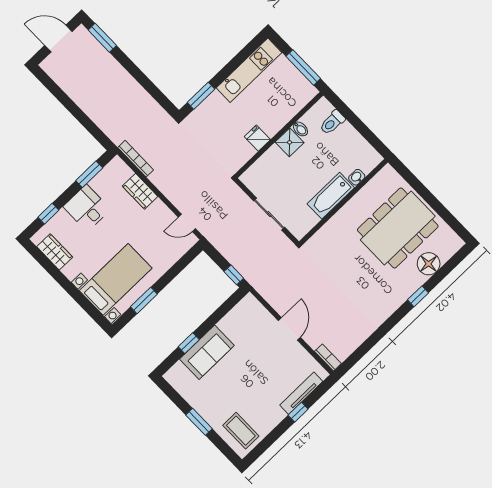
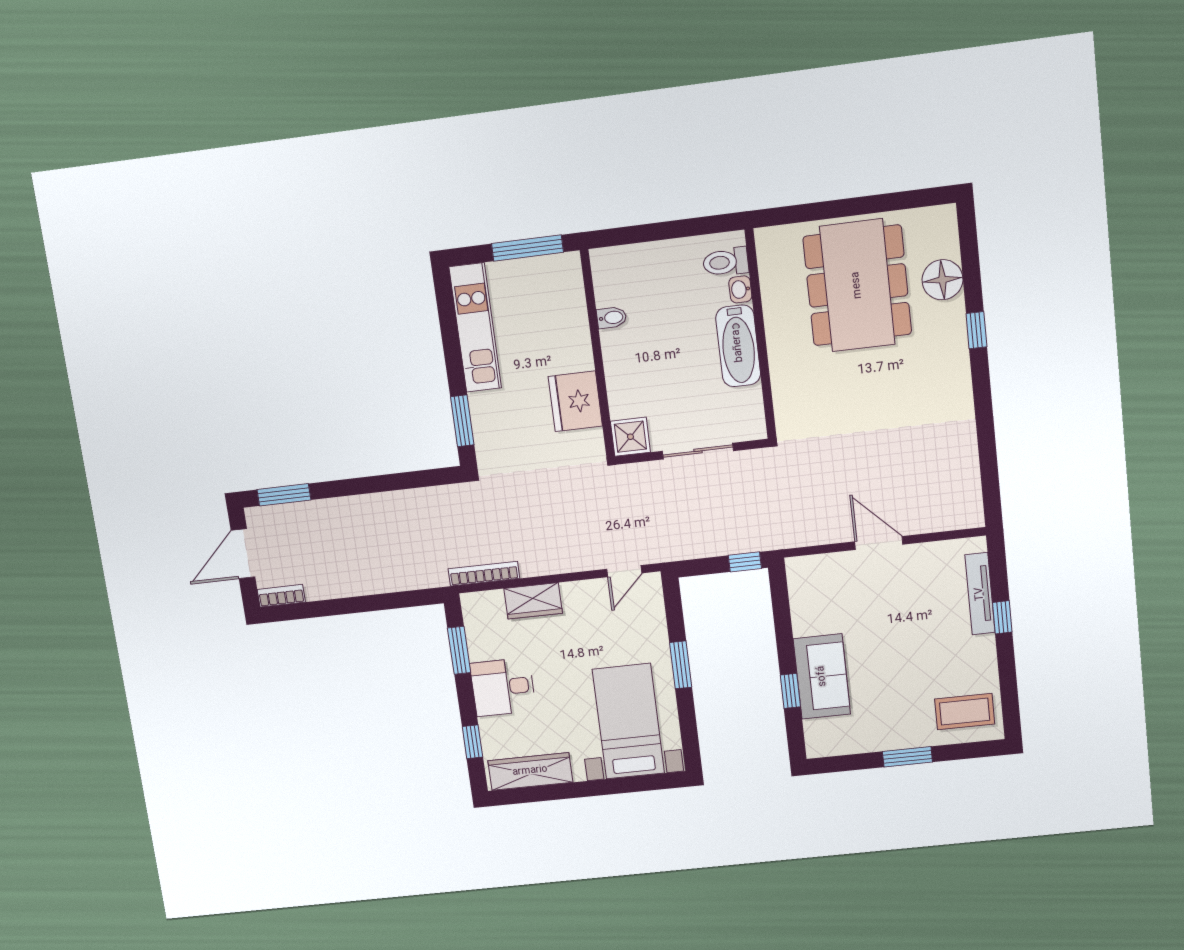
toilet: (332, 122) -> (726, 262), moved, turned 90
fridge: (257, 138) -> (575, 401), width x1.88, depth x1.34
shower: (290, 142) -> (630, 437), moved
wardrobe: (55, 252) -> (530, 771), width x1.50
window: (144, 300) -> (681, 665), moved
bookcase: (328, 357) -> (281, 596), moved

